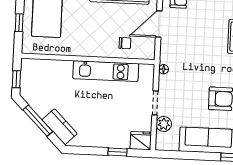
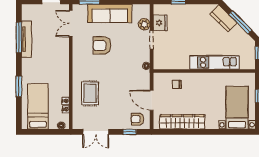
door: (159, 24) -> (152, 100), swing flipped
kitchen unit: (106, 71) -> (214, 62), moved
fridge: (141, 141) -> (160, 23), moved, turned -90

